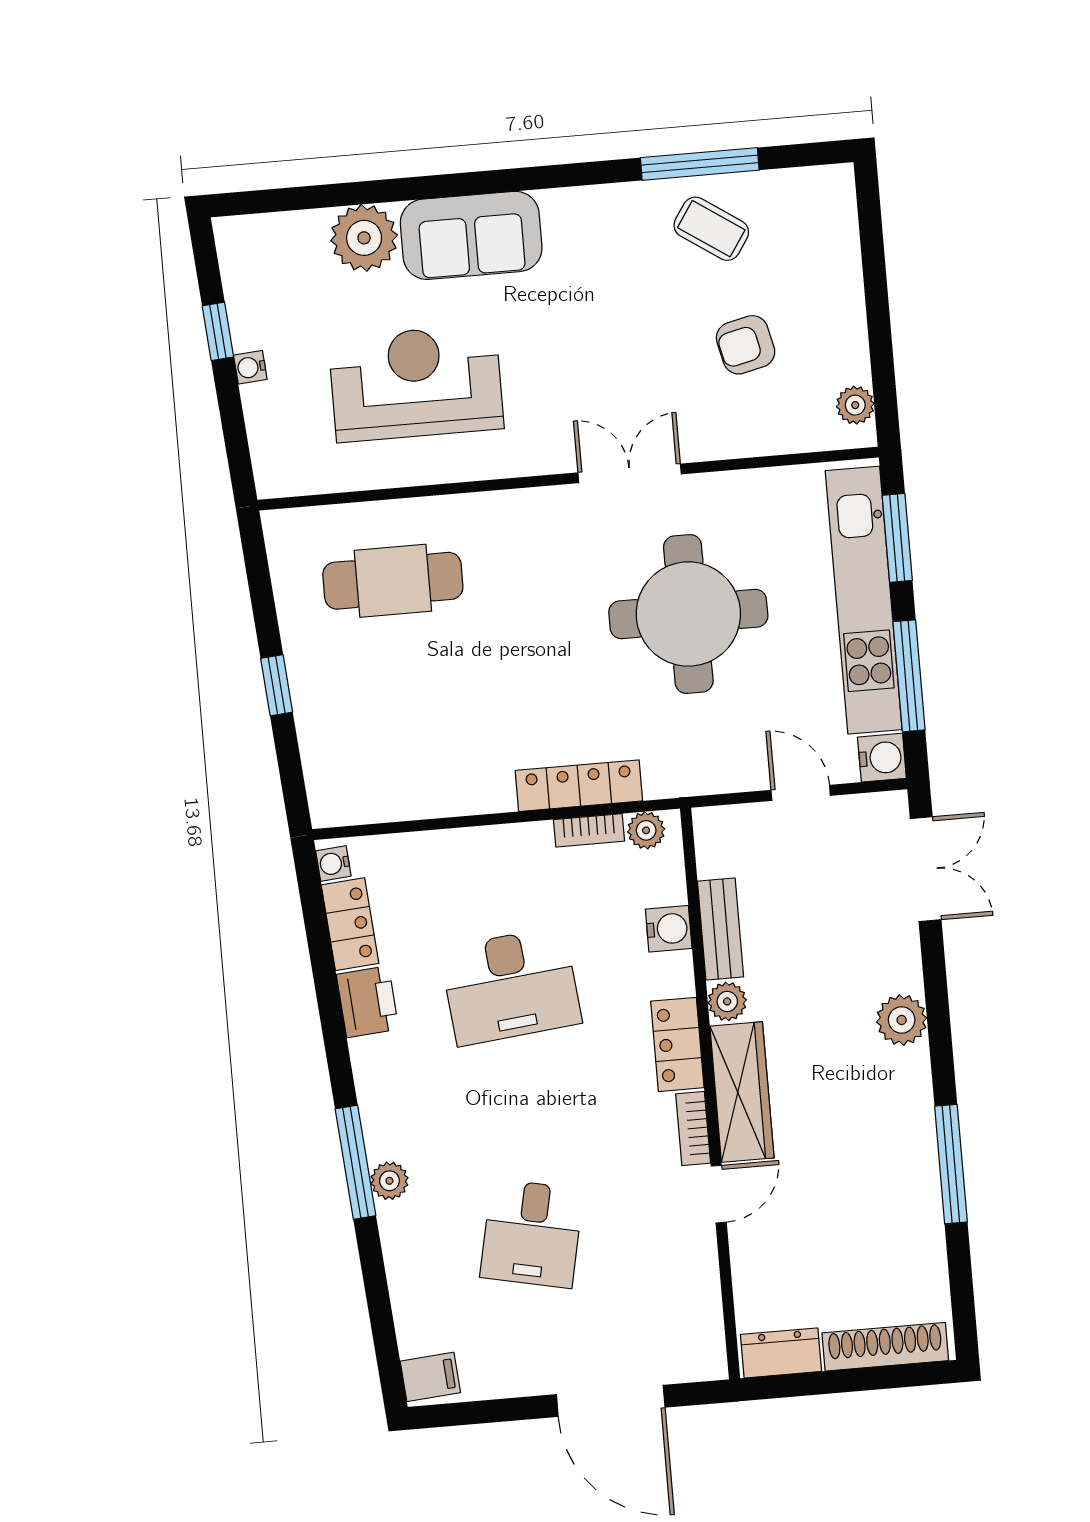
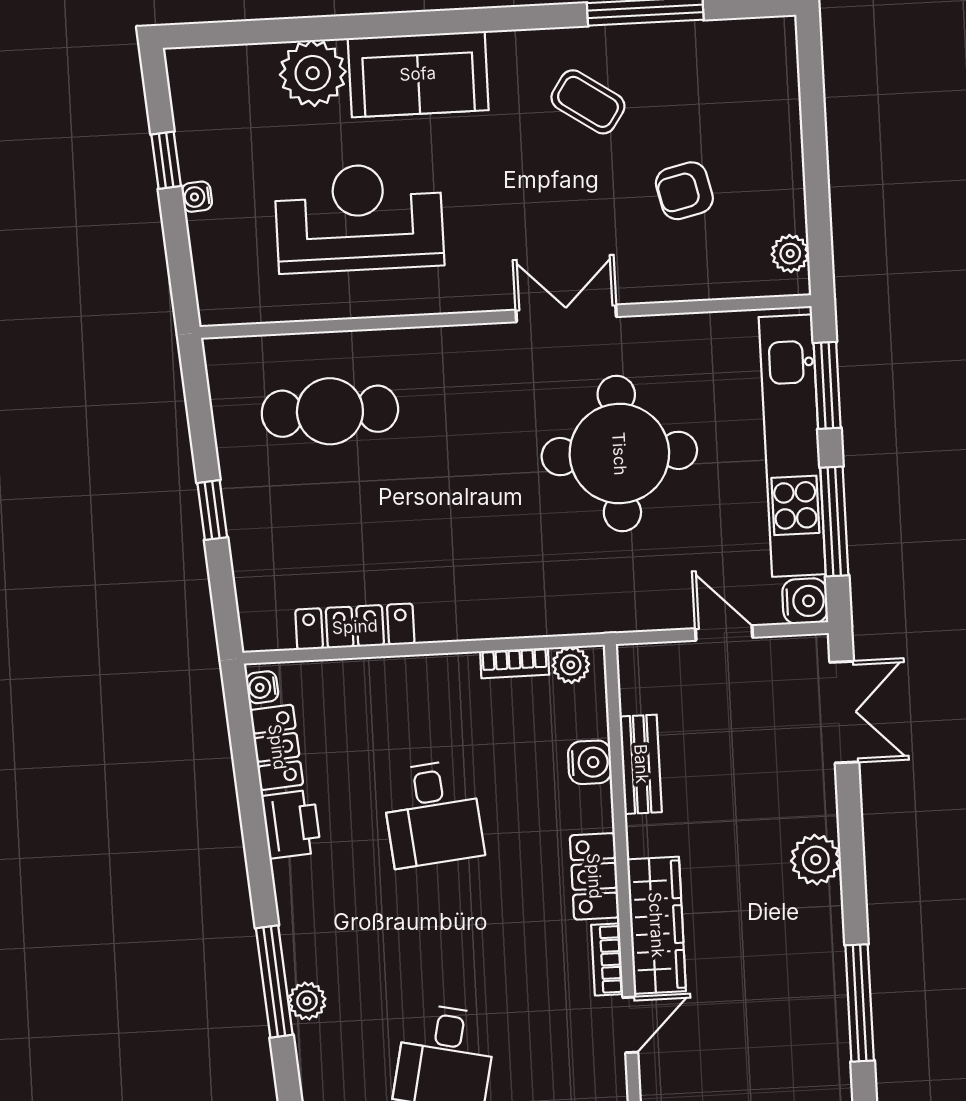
coffee table: (711, 229) -> (588, 102), moved
locker: (579, 786) -> (355, 627), moved
desk: (511, 986) -> (432, 813), width x0.73
plant: (727, 1001) -> (645, 836), removed

